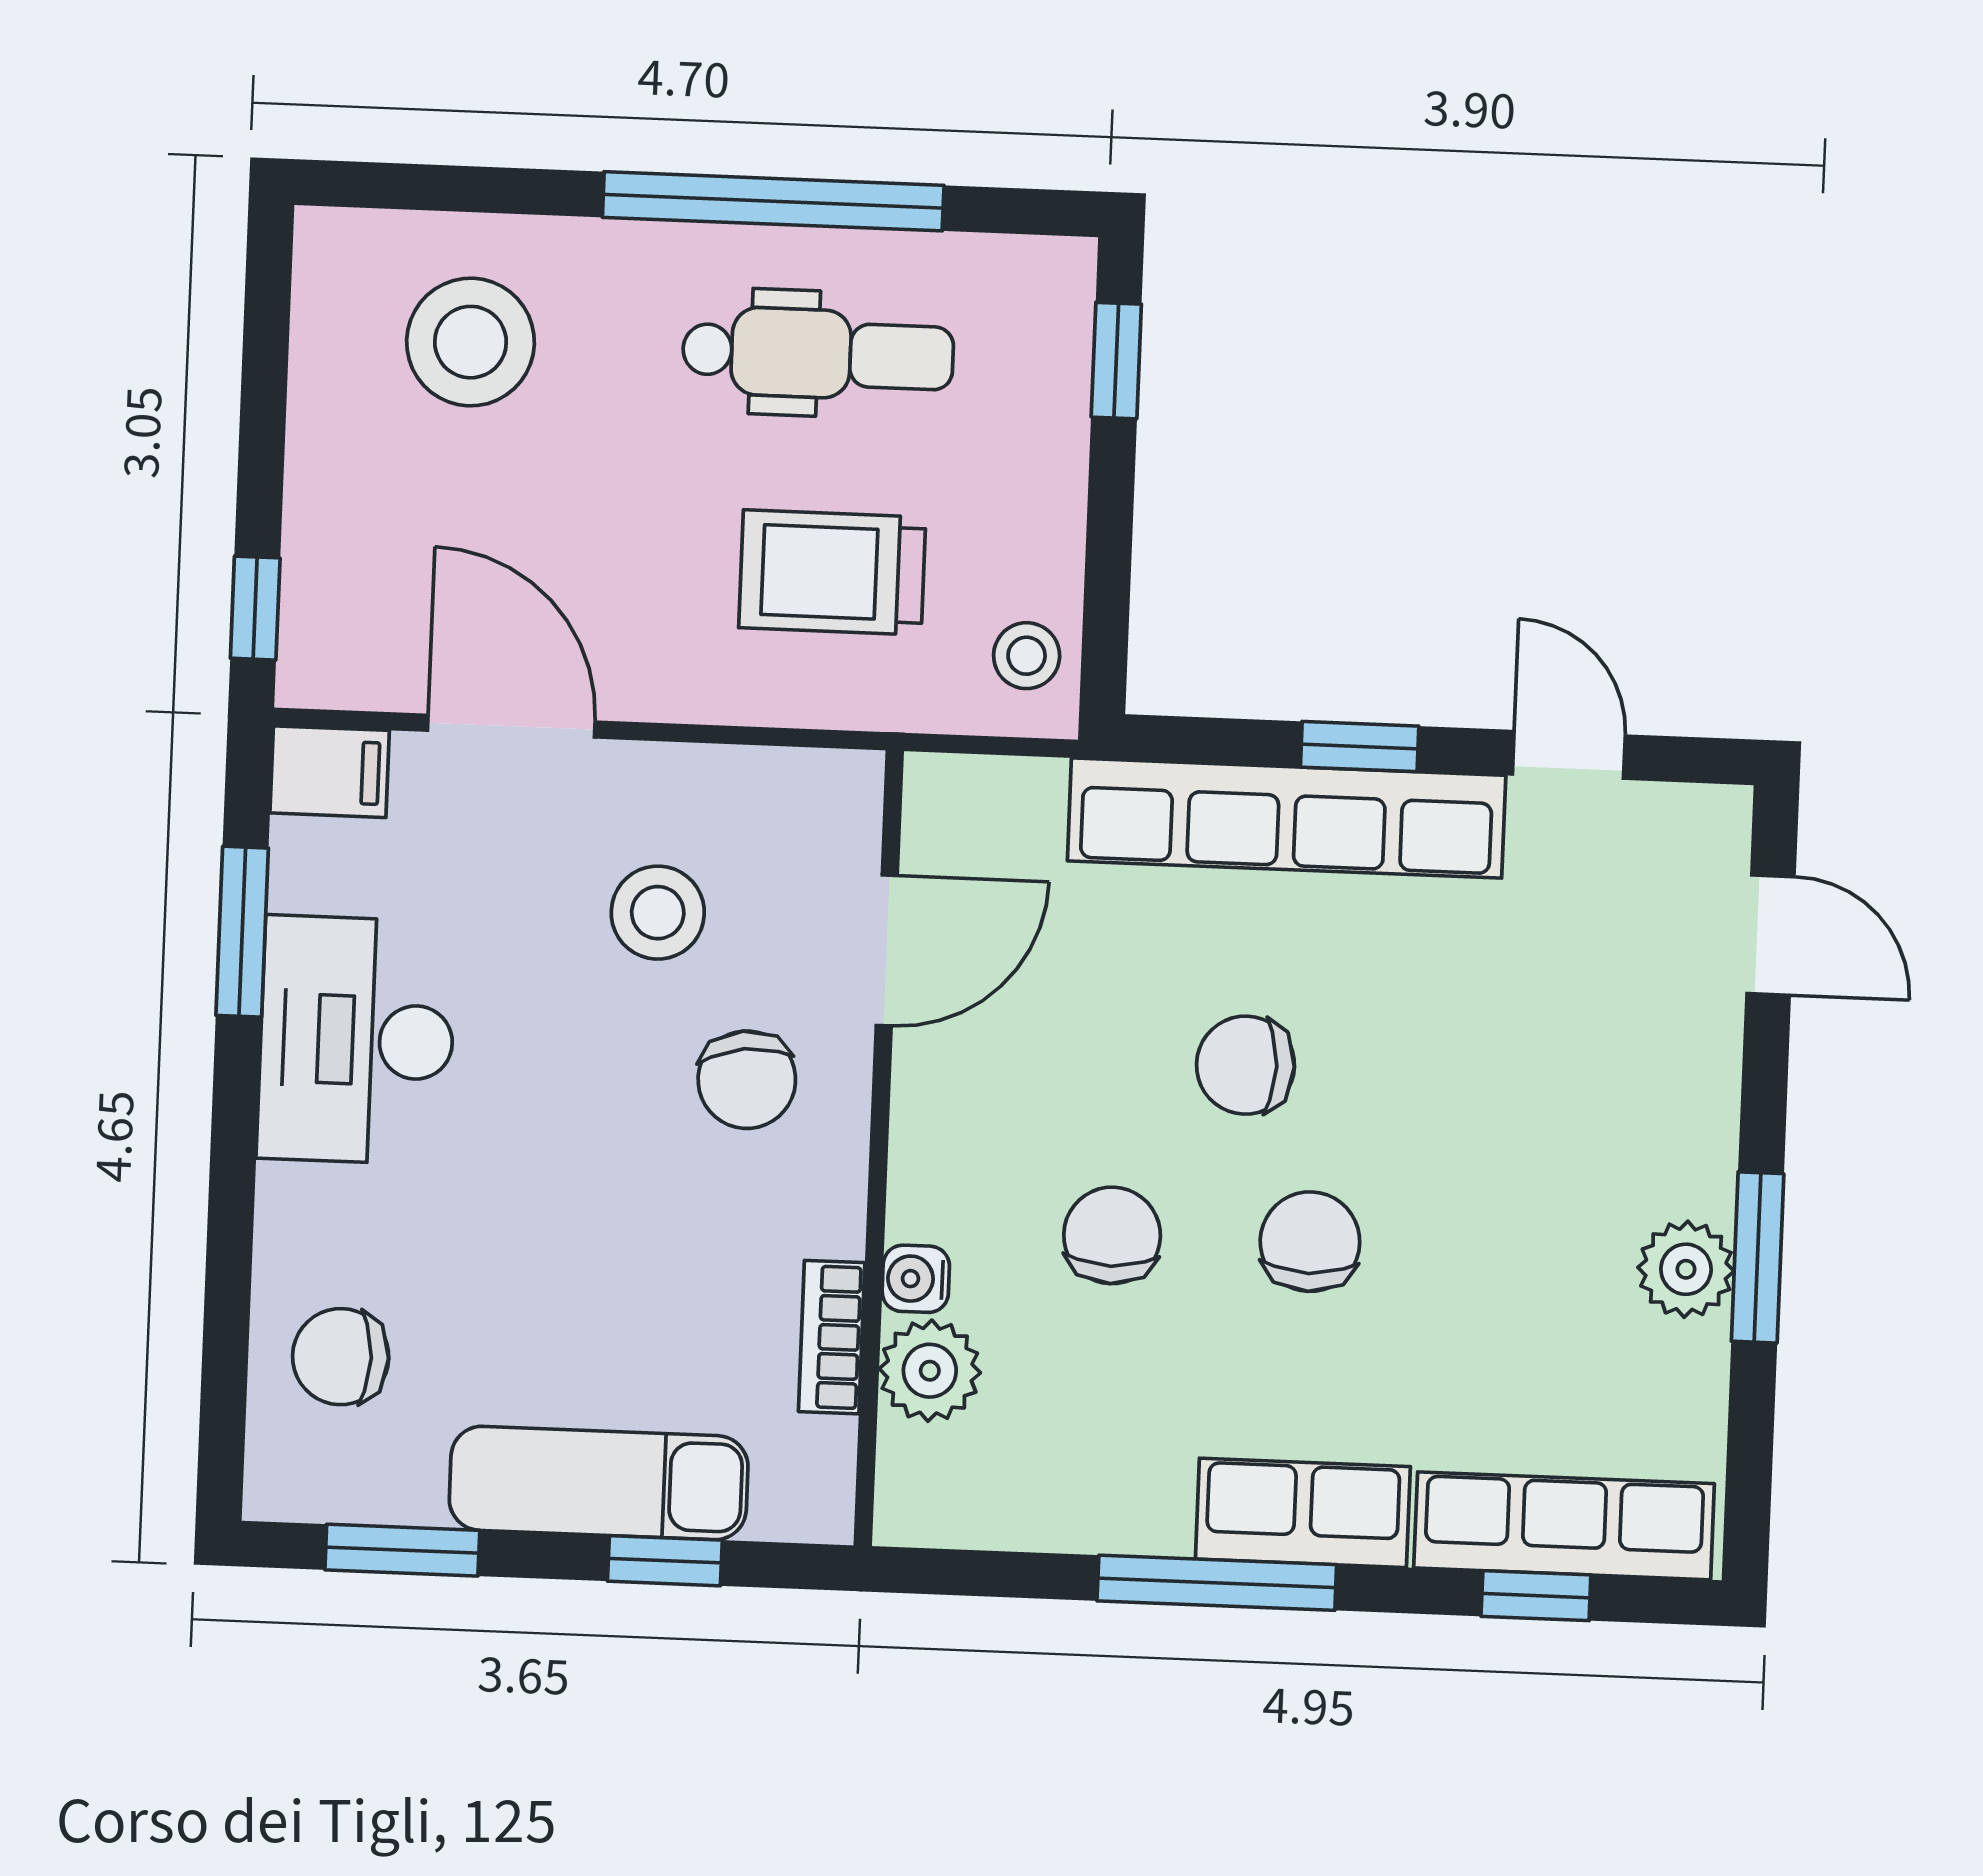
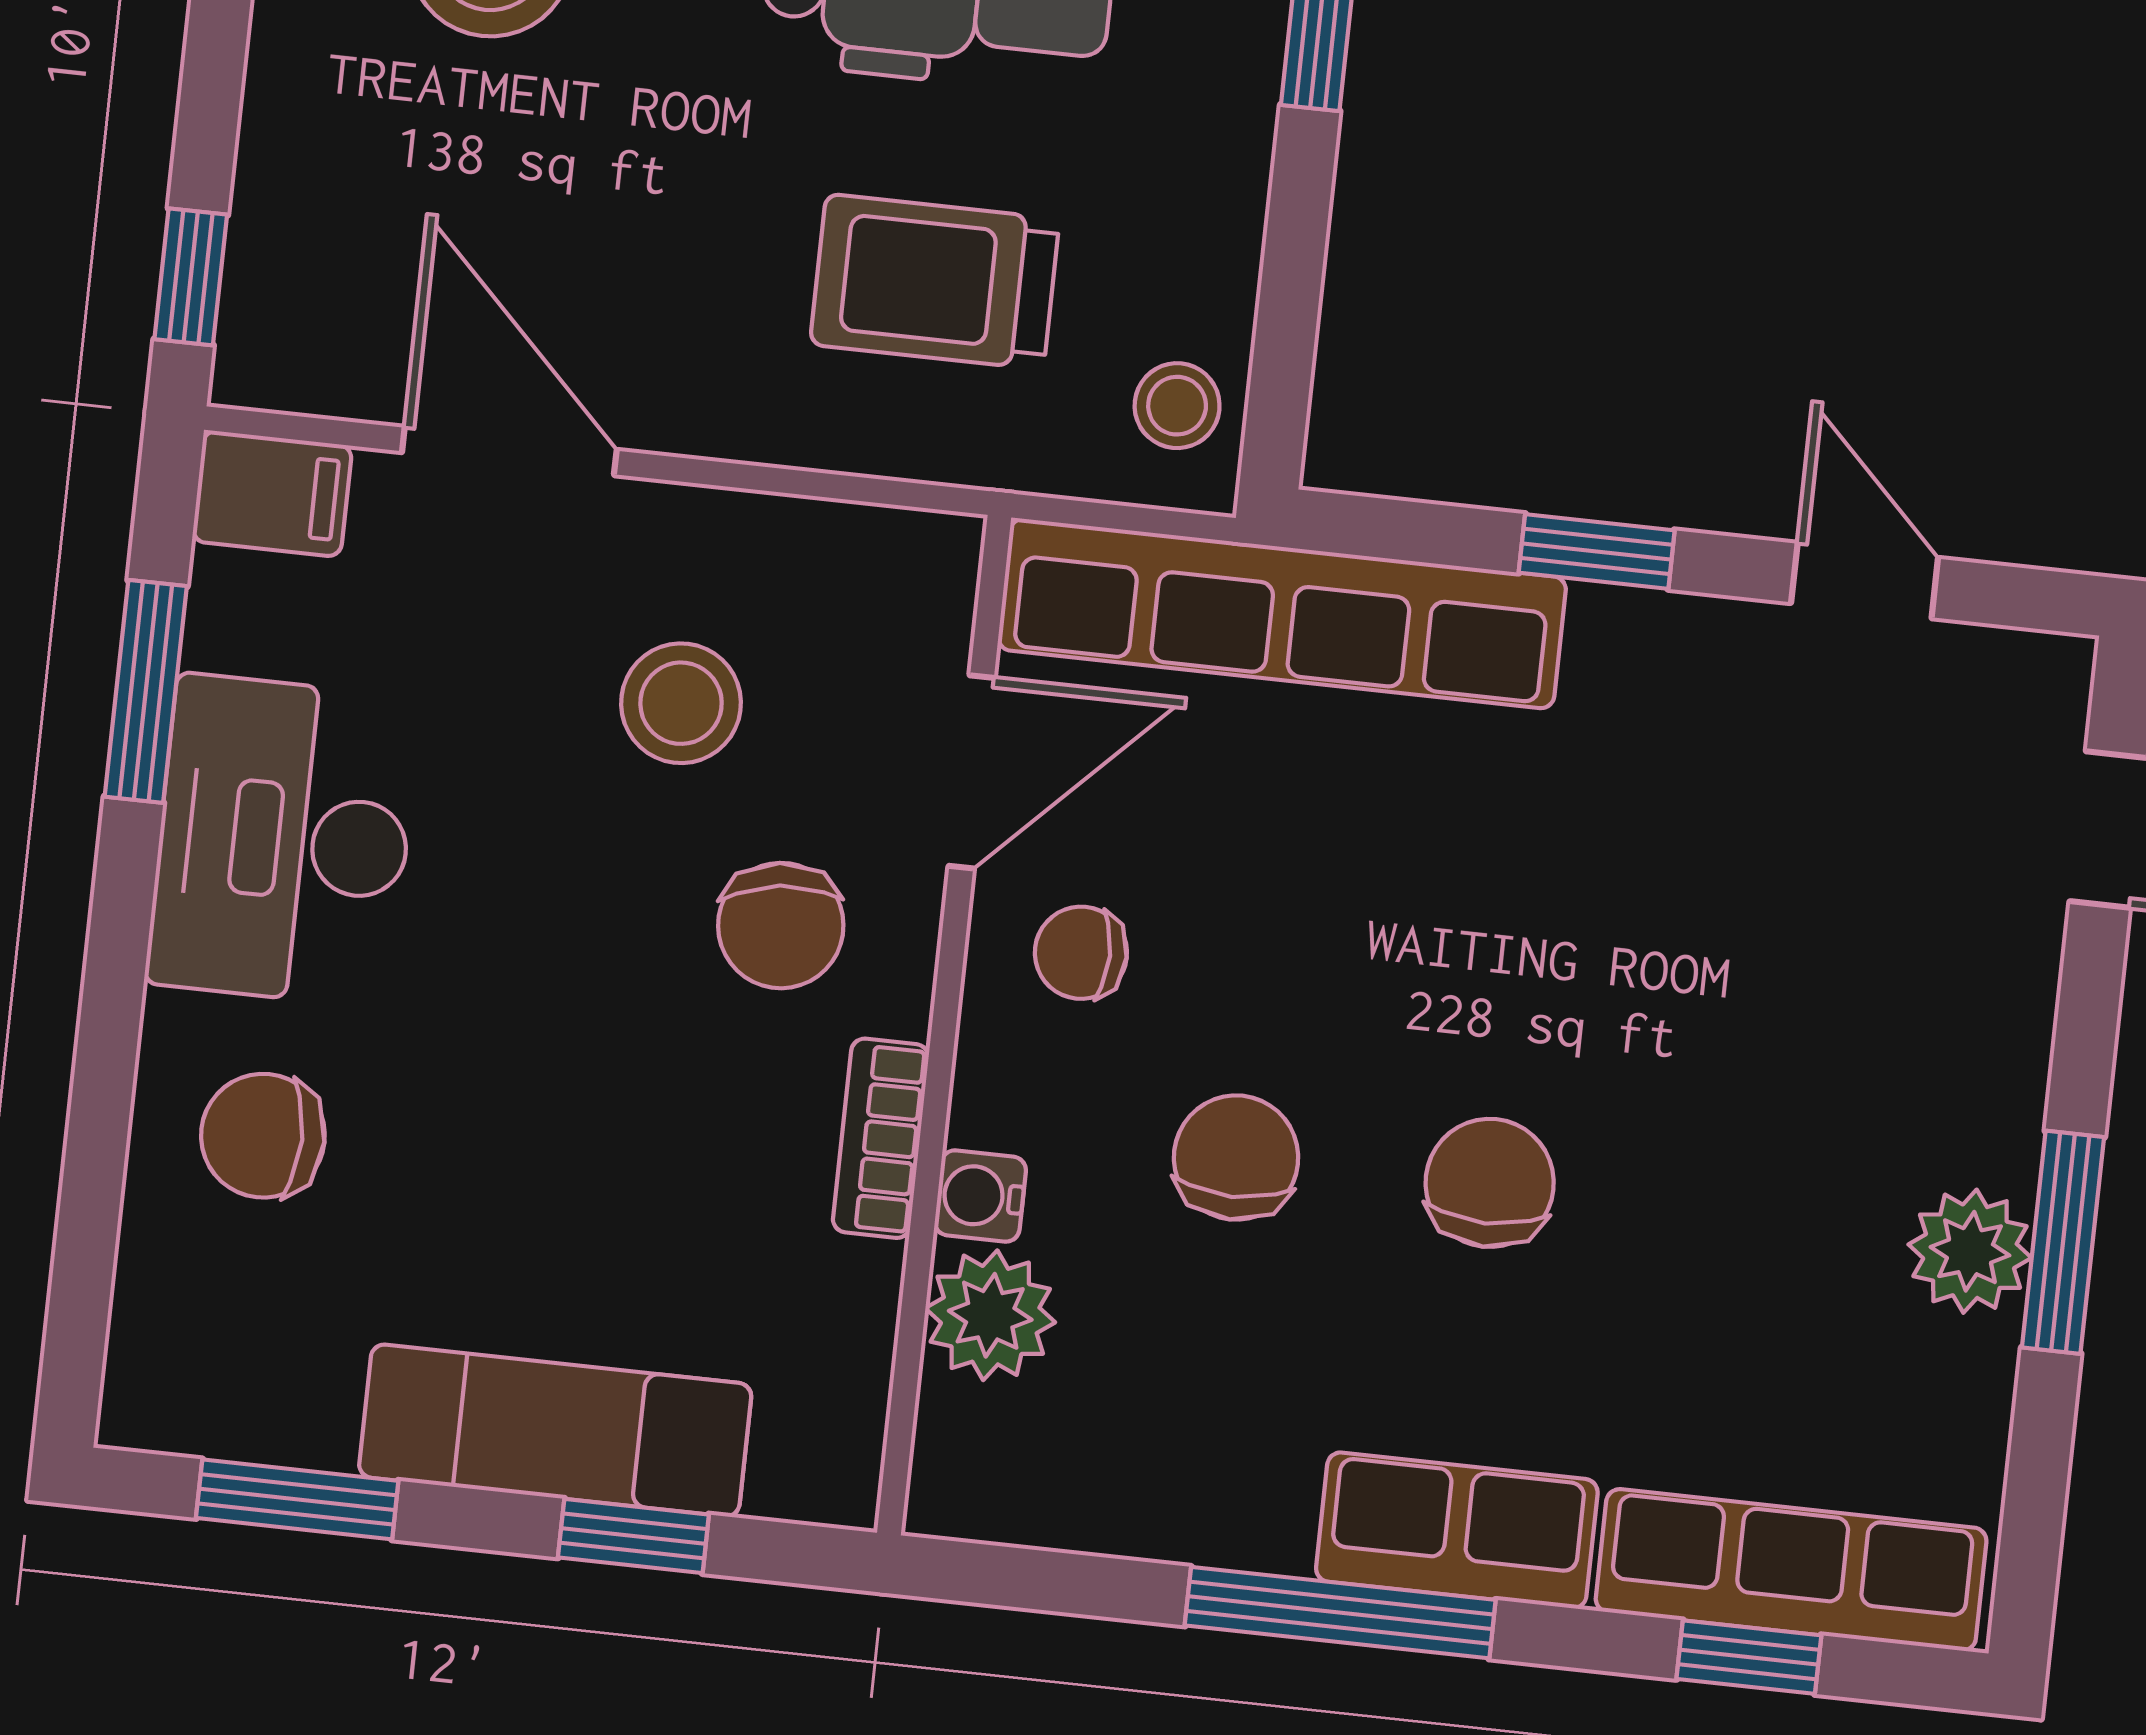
row of seats: (1287, 818) -> (1282, 614), moved
chair: (1245, 1065) -> (1081, 953), moved, width x0.73, depth x0.73
bookcase: (832, 1337) -> (881, 1138), moved
chair: (341, 1357) -> (263, 1136), moved

